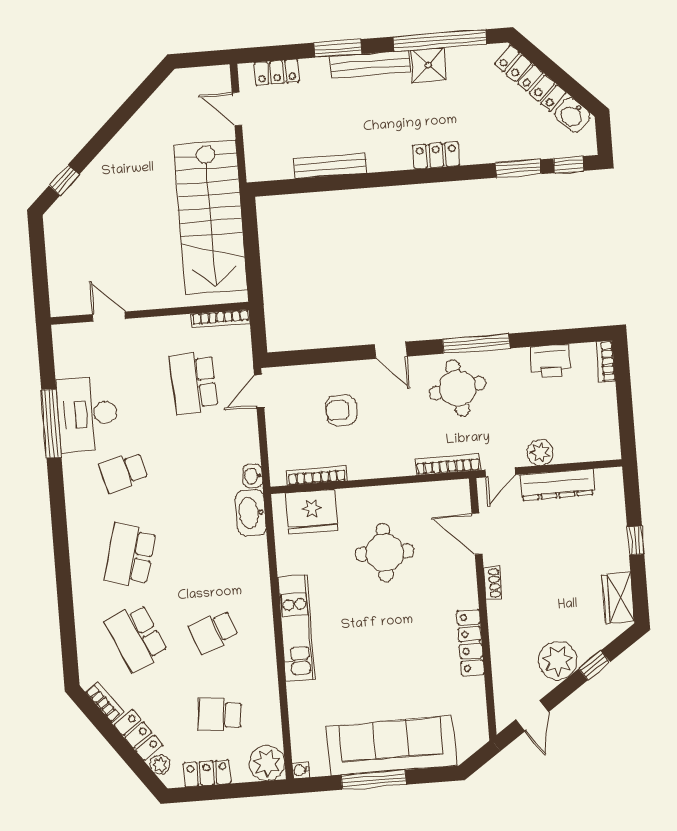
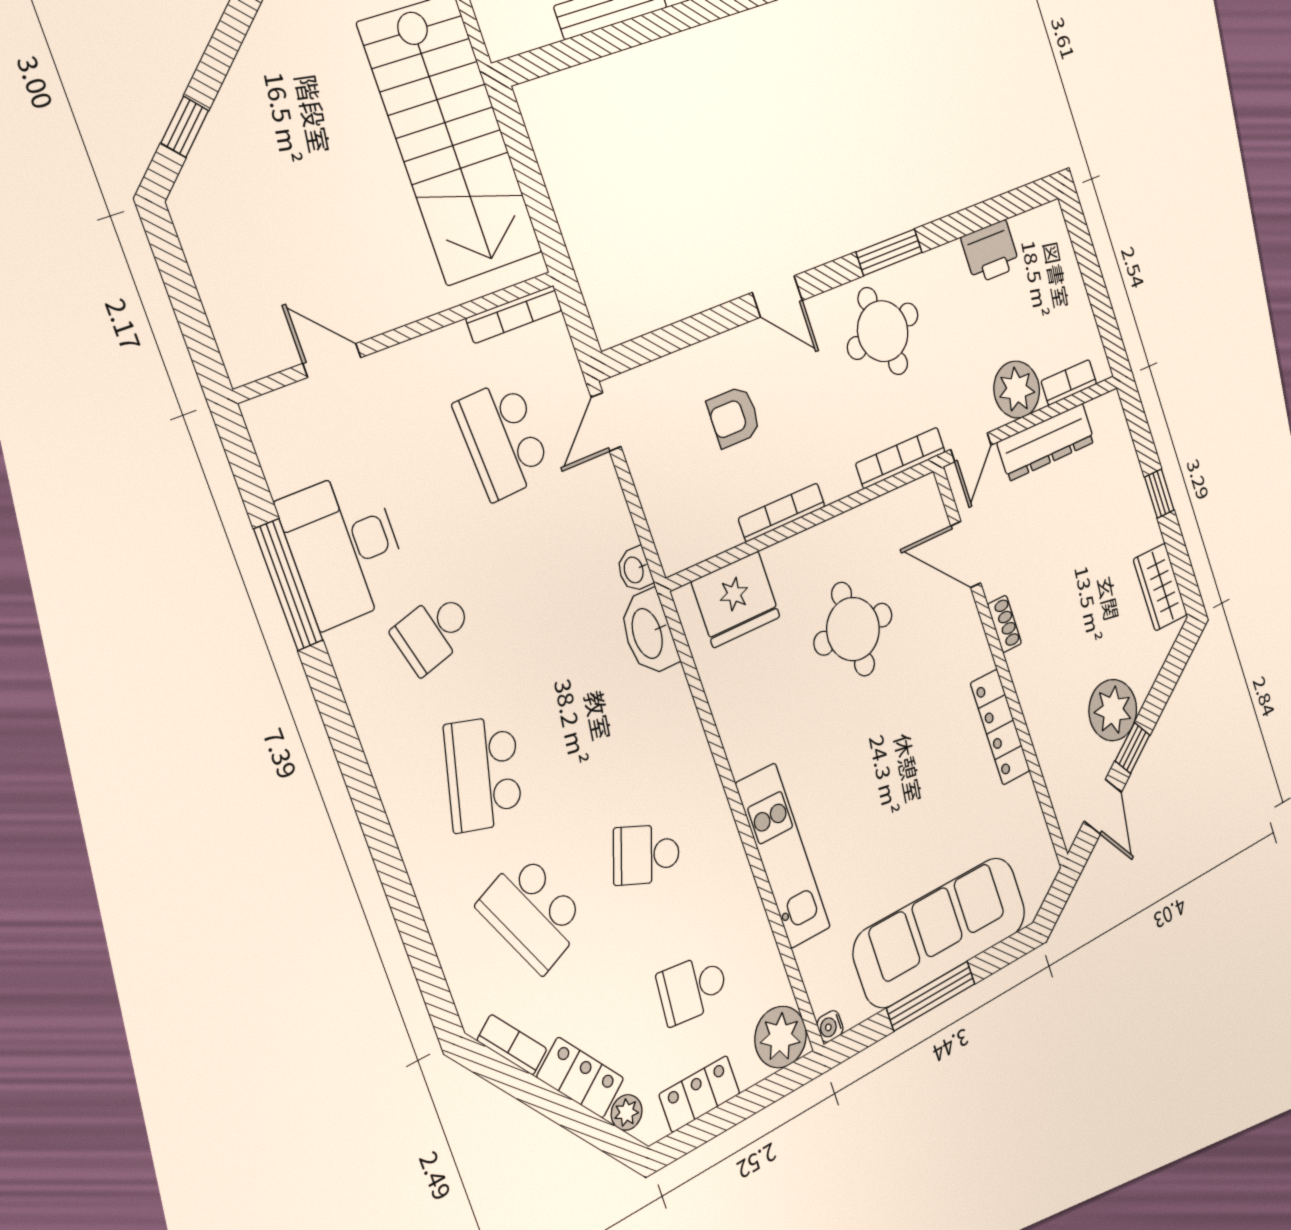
window: (476, 344) -> (889, 252), width x0.69
bookcase: (606, 362) -> (1069, 382), moved, turned 90
plant: (540, 452) -> (1017, 390), width x1.36, depth x1.36
bookcase: (317, 476) -> (782, 512), moved
kitchen unit: (296, 628) -> (783, 856), moved
school desk: (213, 632) -> (646, 855), turned 42
window: (594, 665) -> (1133, 748), moved

